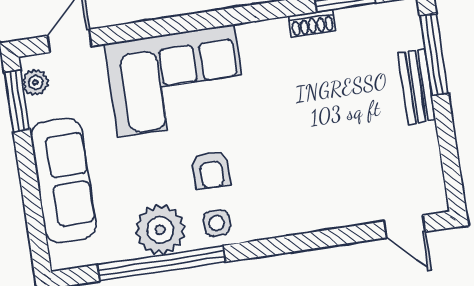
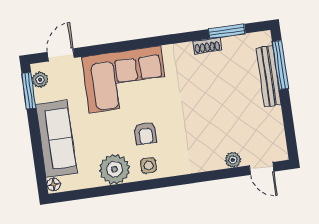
bench: (417, 86) -> (269, 76), width x1.36
plant: (357, 213) -> (233, 160), added
floor lamp: (59, 256) -> (54, 184), added
window: (161, 263) -> (115, 189), removed

